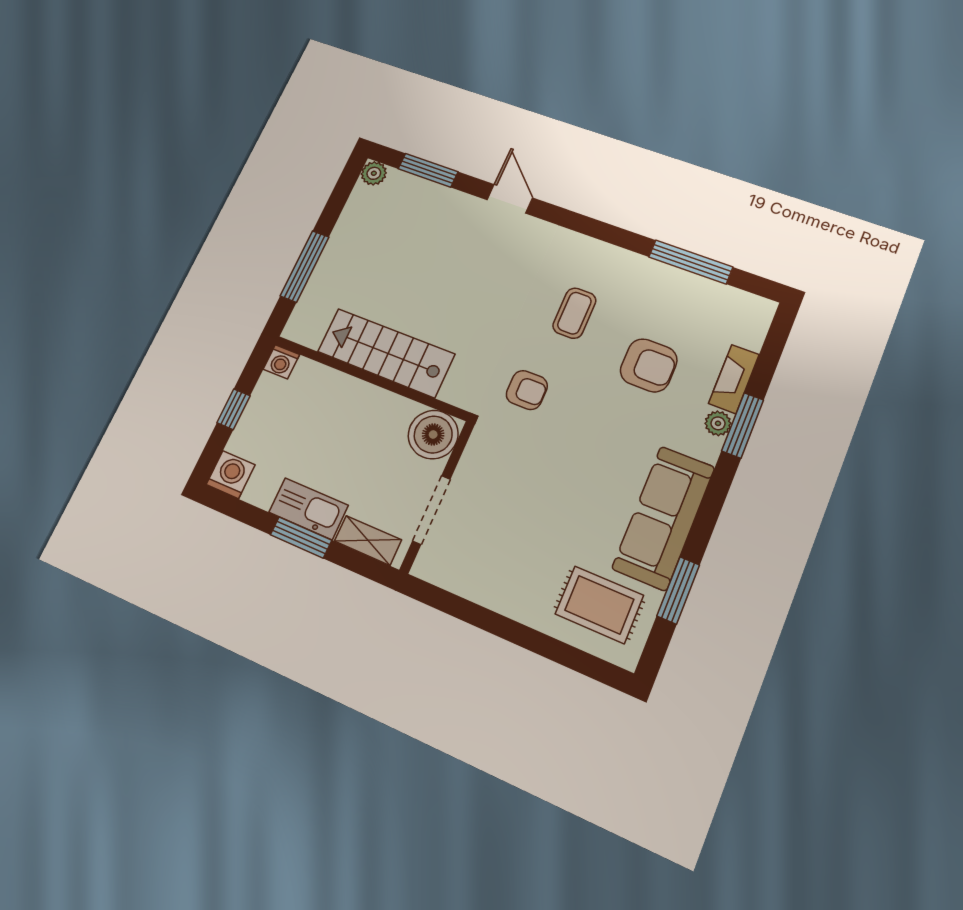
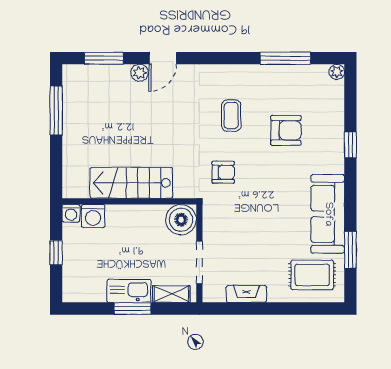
plant: (374, 173) -> (140, 73), moved
door: (510, 199) -> (163, 58), swing flipped
window: (305, 266) -> (56, 110), moved
fireplace: (734, 379) -> (246, 294), moved, turned 90
plant: (718, 423) -> (337, 72), moved
window: (743, 425) -> (350, 145), width x0.67
washing machine: (231, 475) -> (93, 216), moved, turned 180

